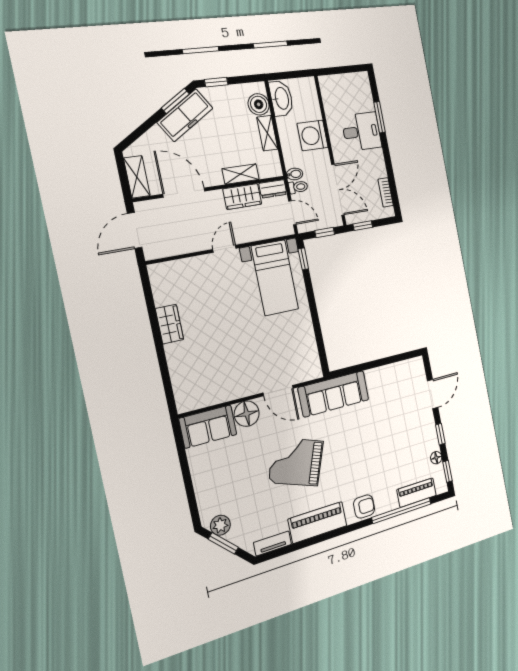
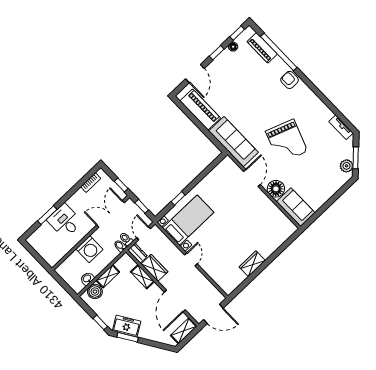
washbasin: (281, 98) -> (87, 279), width x0.52, depth x0.69
freezer: (185, 115) -> (127, 326), width x0.71
door: (224, 249) -> (191, 259), swing flipped
window: (303, 259) -> (178, 198), moved
door: (433, 394) -> (195, 74), swing flipped
piano: (318, 522) -> (200, 110), moved, turned 180

